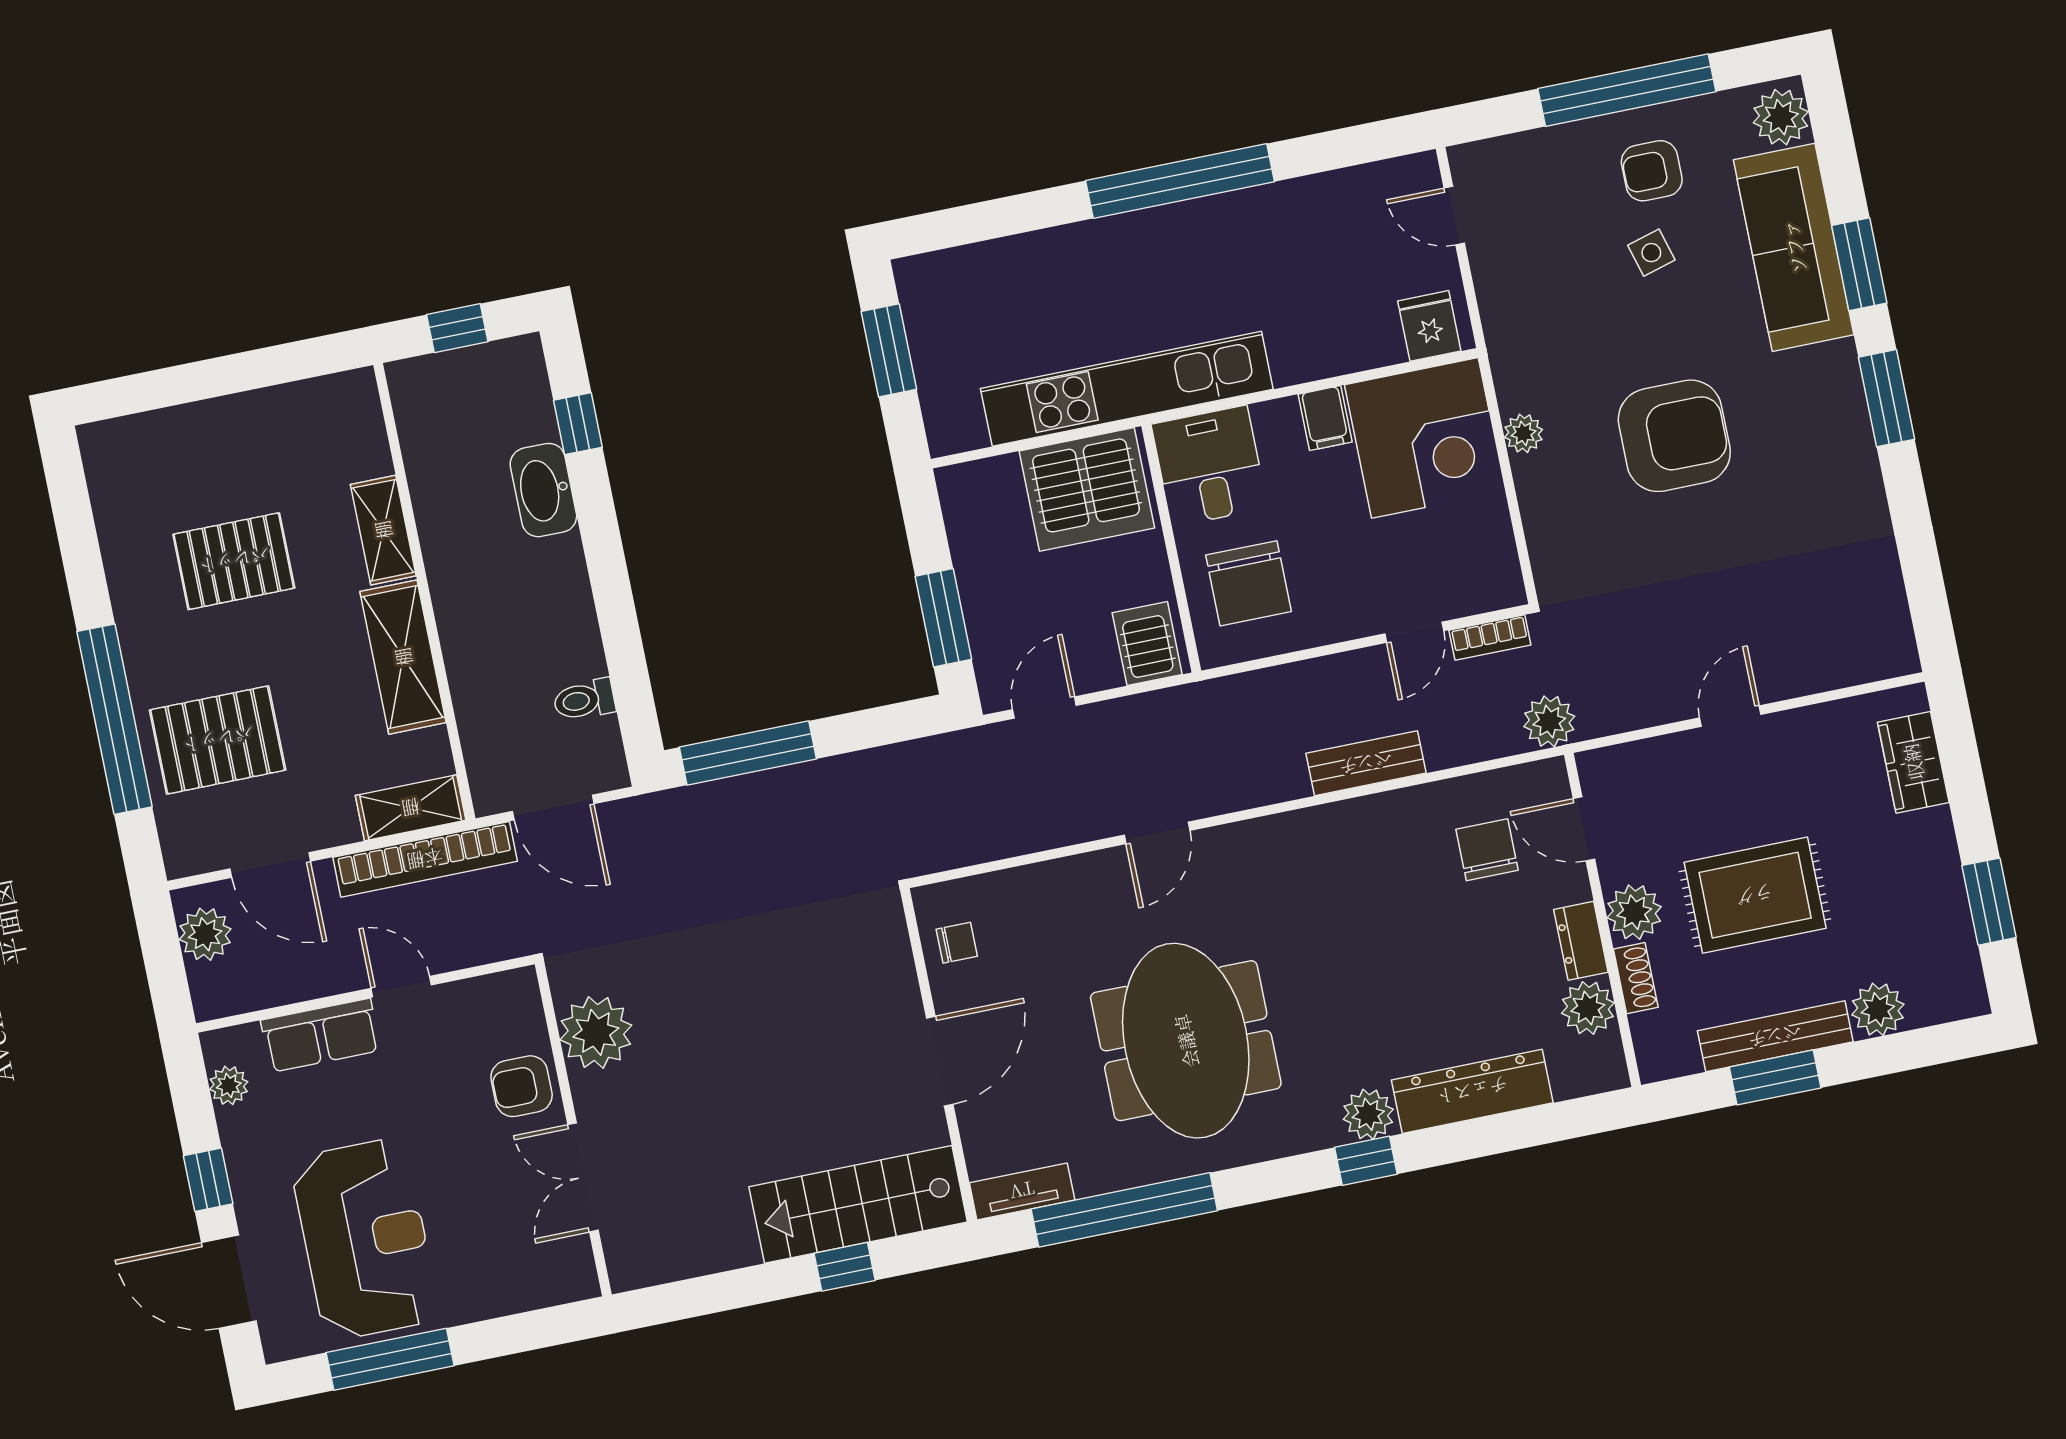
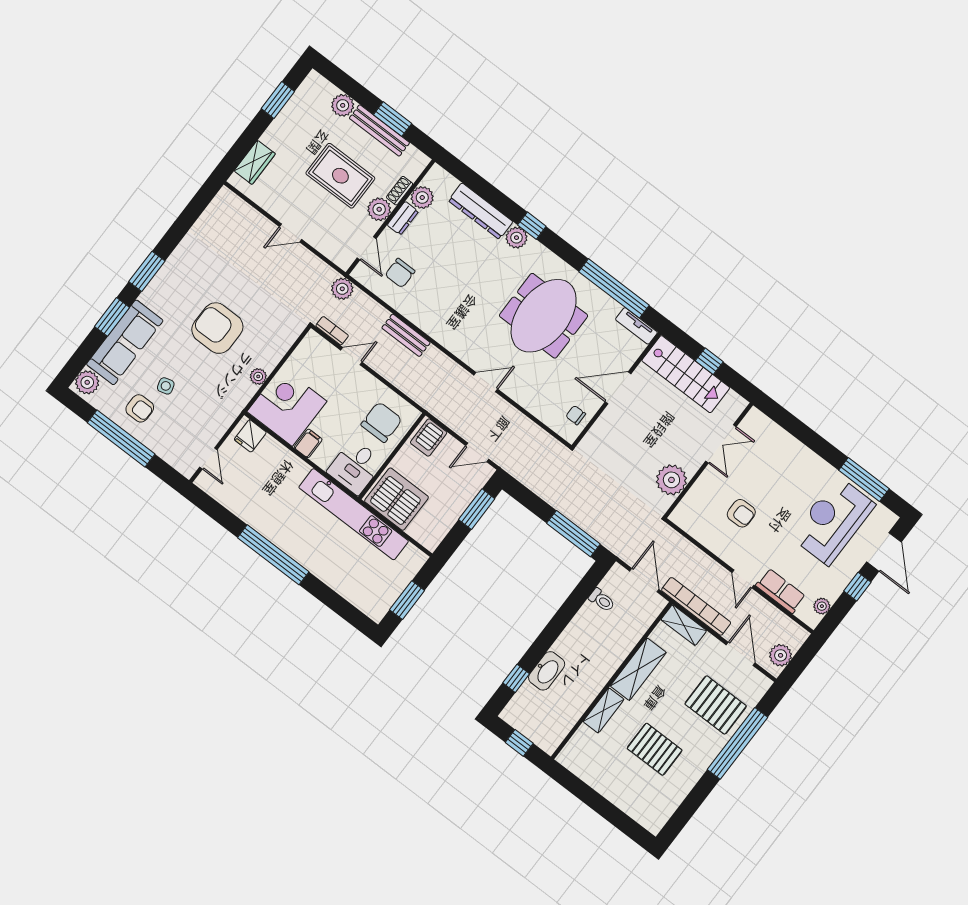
plant: (596, 1032) -> (671, 480), moved
wall: (573, 1129) -> (708, 460), moved
double door: (583, 1177) -> (721, 444), moved

